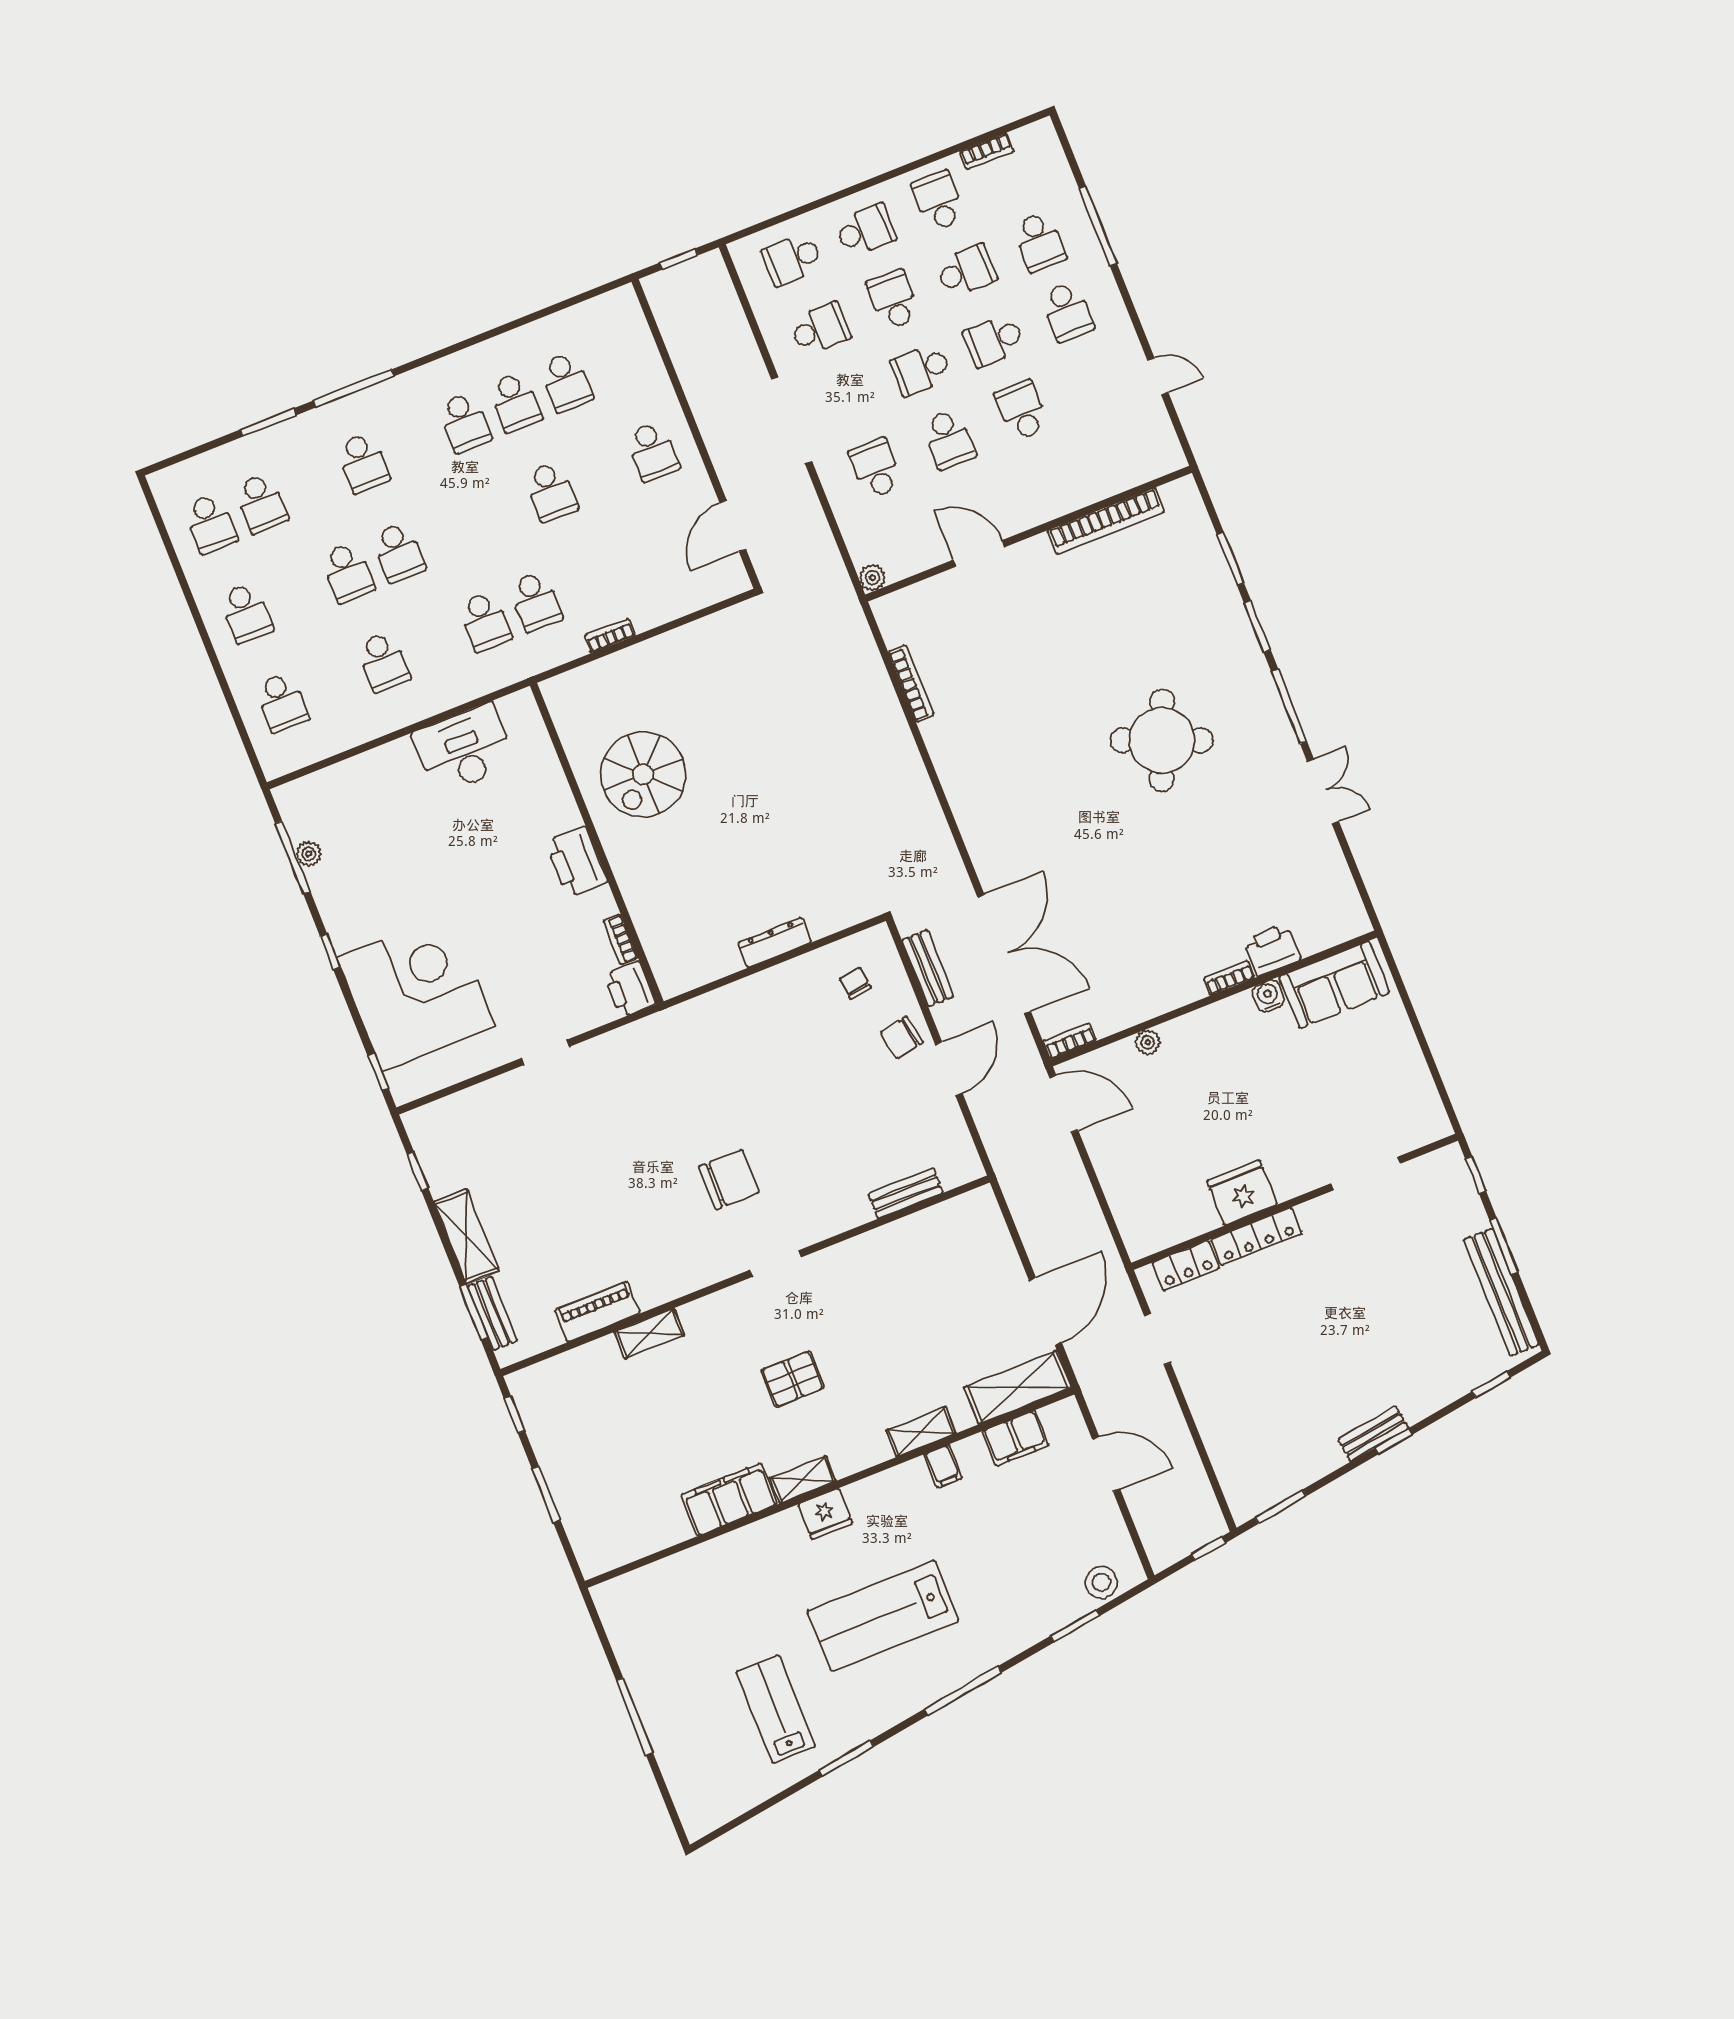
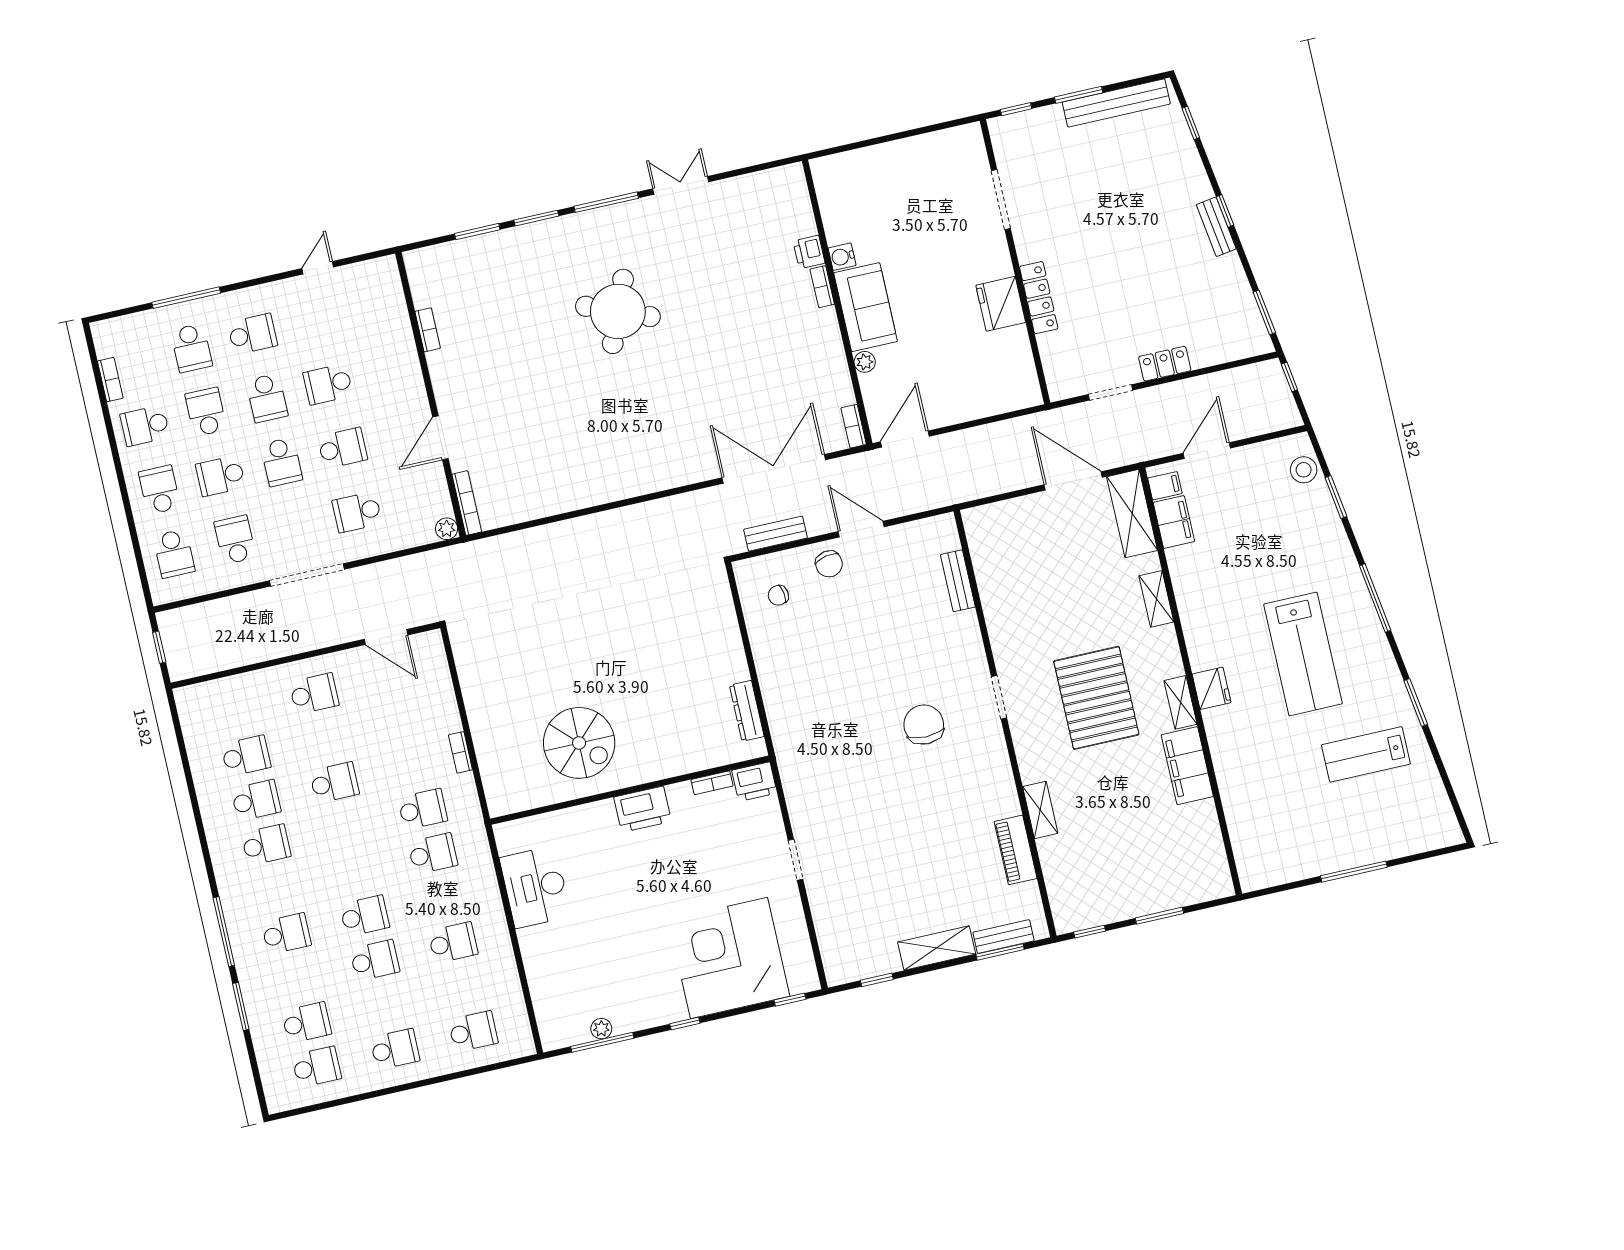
school desk: (1039, 242) -> (191, 348), turned 90
bookcase: (1106, 521) -> (428, 330), width x0.43, depth x0.76
bookcase: (911, 684) -> (467, 503), moved, turned 90
dresser: (775, 943) -> (747, 711), moved
printer: (1272, 950) -> (809, 252), width x0.73, depth x0.81
sofa: (1334, 985) -> (866, 307), moved
locker: (1186, 1266) -> (1165, 364), moved, turned -90
pallet: (793, 1379) -> (1096, 698), width x2.05, depth x2.00
filing cabinet: (943, 1466) -> (1165, 486), moved

